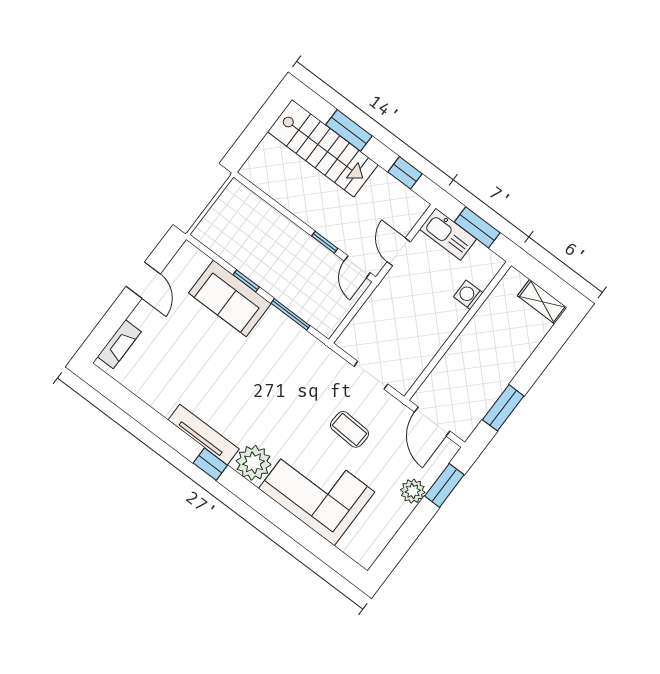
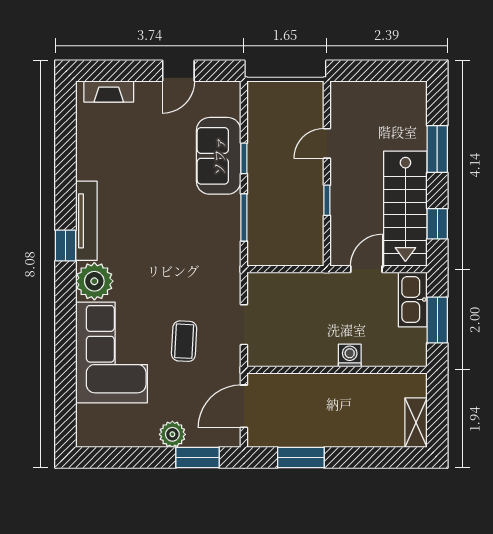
stairs: (323, 148) -> (405, 209), moved
door: (357, 267) -> (327, 143), moved
washing machine: (468, 295) -> (350, 356), moved

